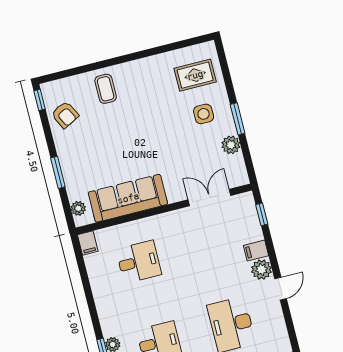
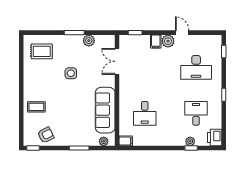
rug: (195, 75) -> (42, 51), turned 90
side table: (204, 114) -> (71, 73), moved
desk: (139, 262) -> (145, 113), turned 180

